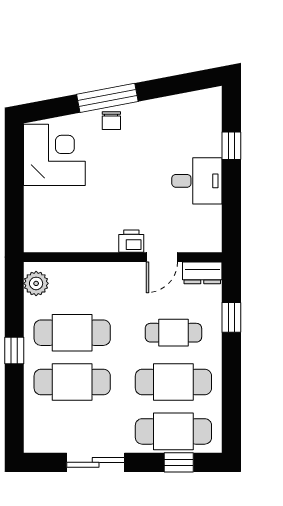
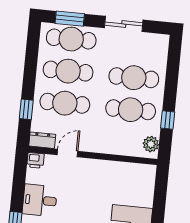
printer: (131, 241) -> (35, 160), moved
cafe table: (173, 333) -> (65, 103), width x1.37, depth x1.35
window: (14, 351) -> (168, 120), moved
window: (179, 462) -> (70, 19), width x1.50

